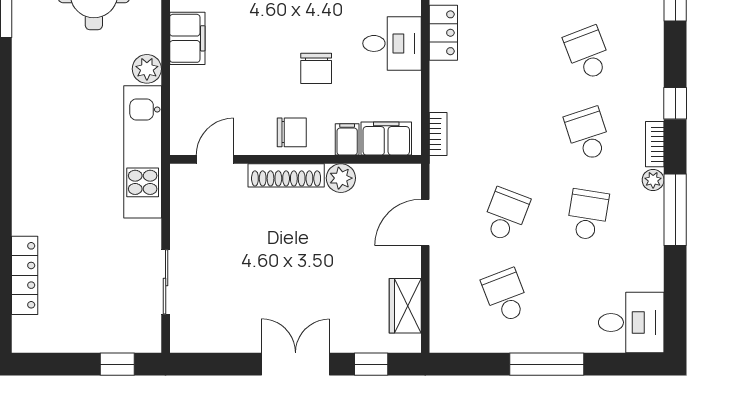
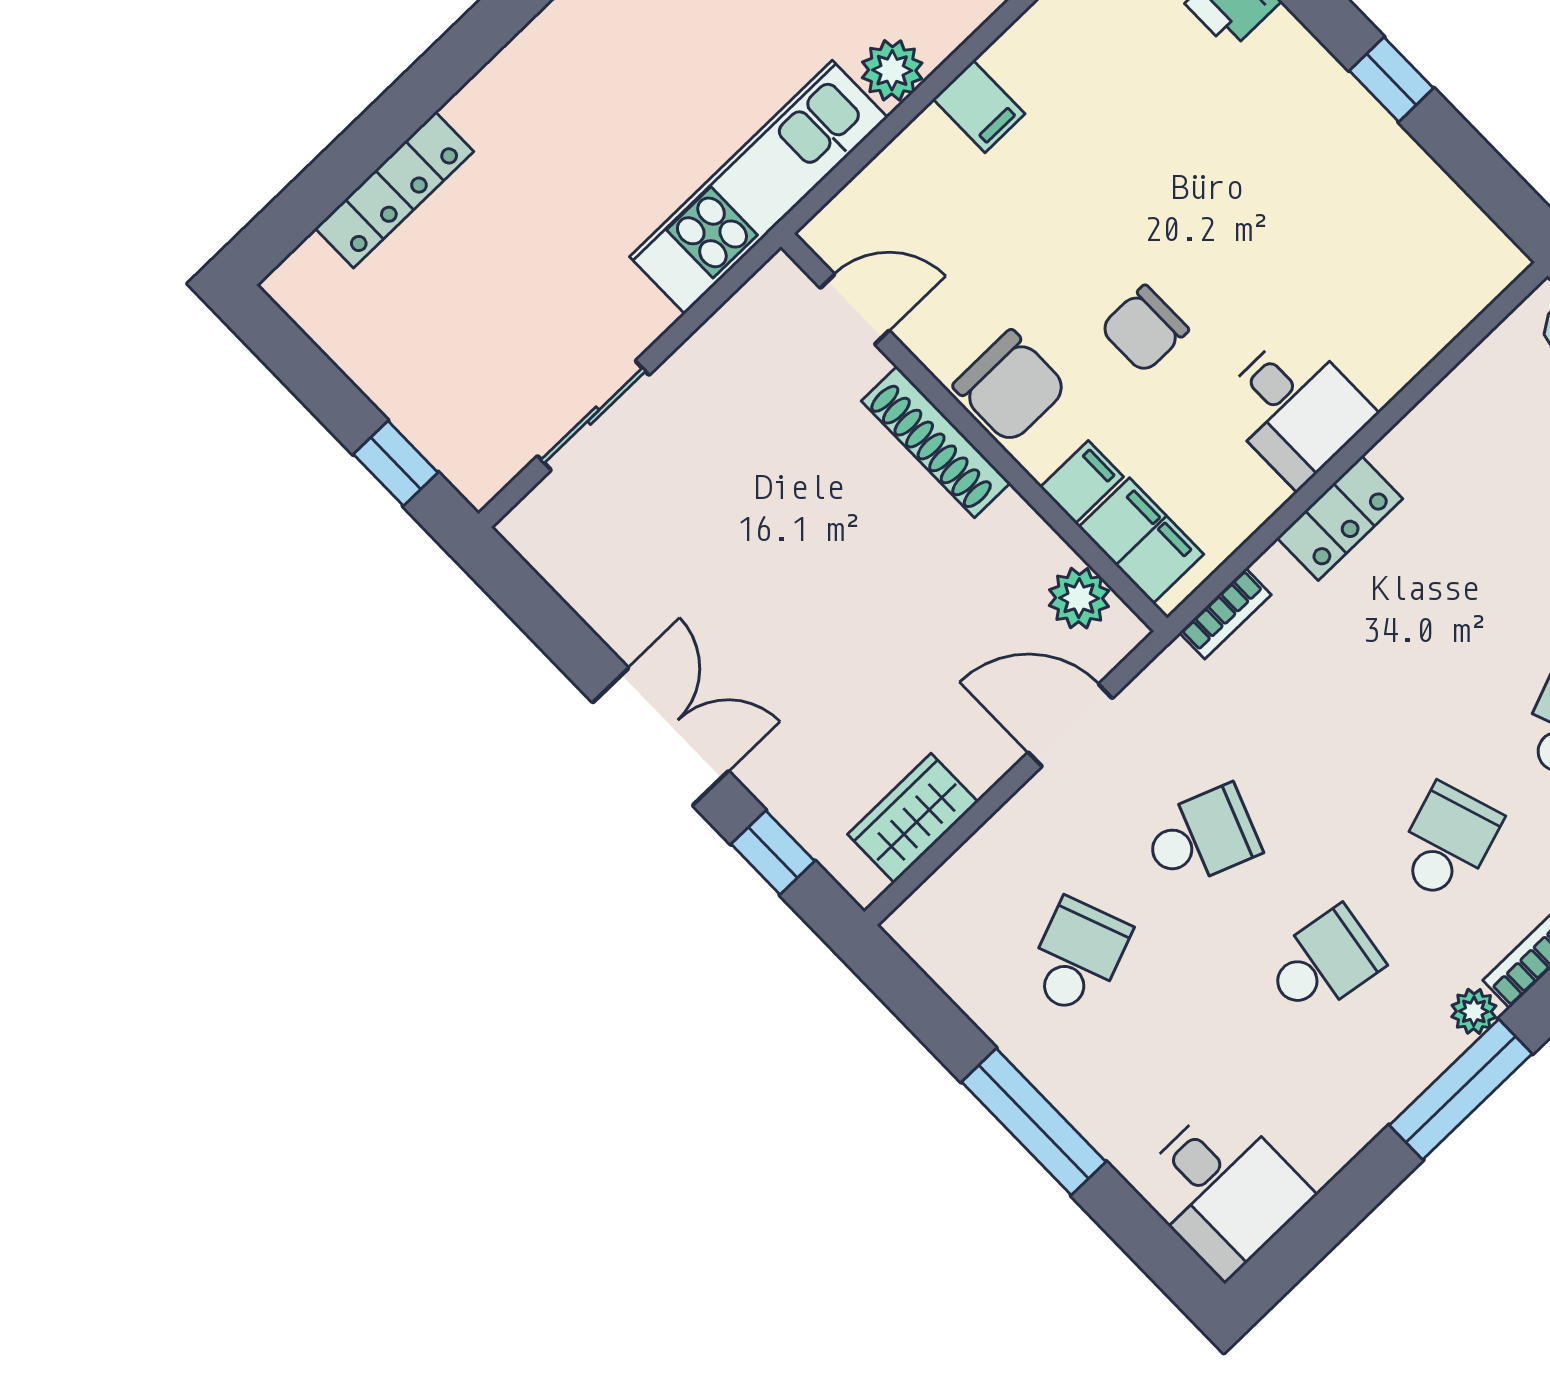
locker: (443, 33) -> (1340, 518), moved
filing cabinet: (187, 38) -> (979, 106), width x0.50
chair: (292, 132) -> (1010, 387), width x1.37, depth x1.37
plant: (341, 178) -> (1079, 598), moved

